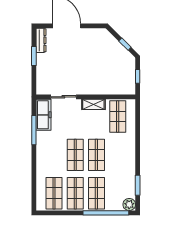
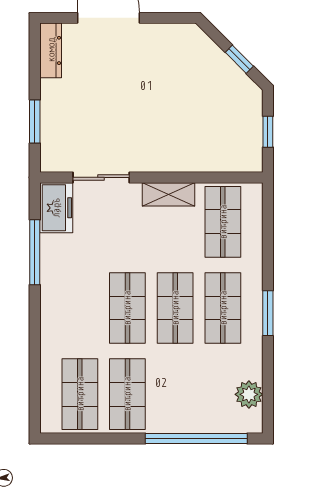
window: (34, 56) -> (35, 122), moved
freezer: (44, 115) -> (56, 208), width x0.71
window: (138, 185) -> (268, 313), moved
shop shelf: (96, 193) -> (223, 308), moved
plant: (129, 204) -> (249, 394), moved

